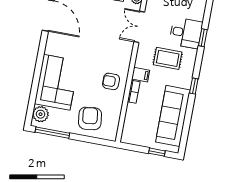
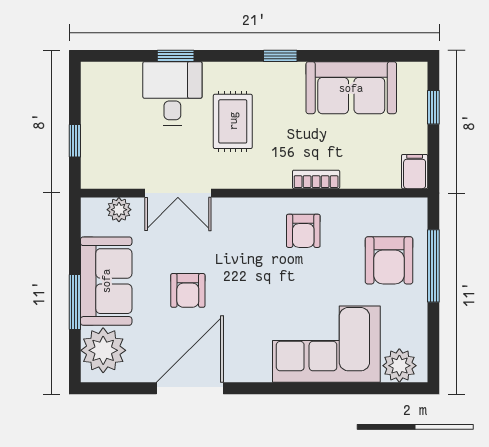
armchair: (93, 23) -> (188, 290), added
filing cabinet: (141, 75) -> (415, 172), moved
sofa: (173, 116) -> (351, 88), width x0.73
armchair: (90, 118) -> (389, 260), turned -83
window: (52, 133) -> (433, 266), moved

